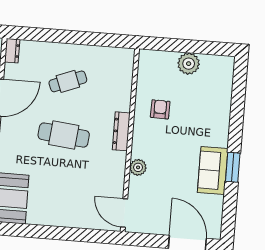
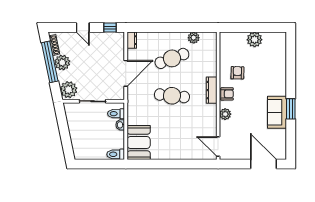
plant: (101, 54) -> (194, 38), added
cafe table: (68, 81) -> (172, 58), width x1.37, depth x1.35
armchair: (143, 139) -> (227, 94), added

